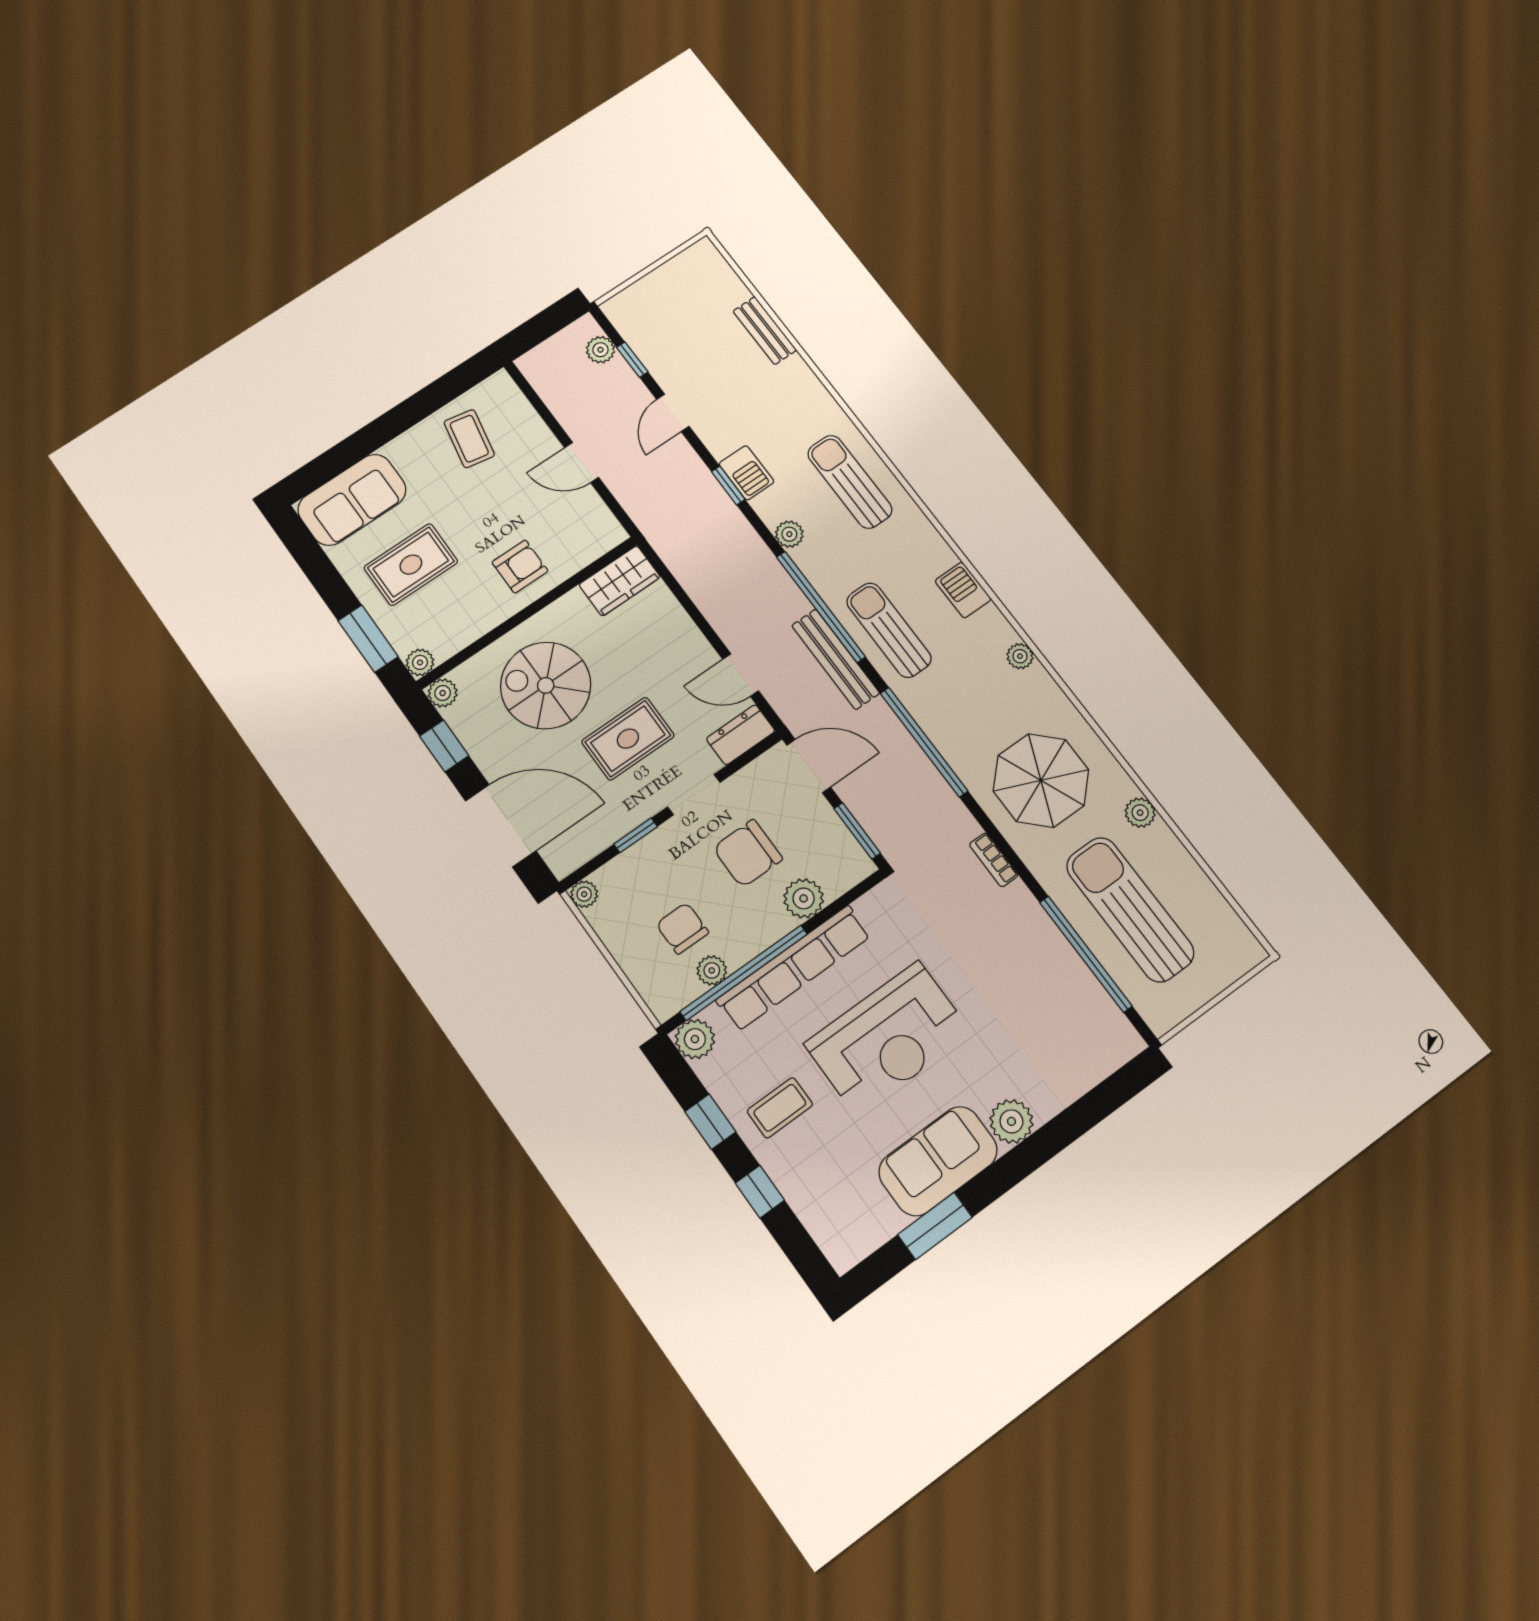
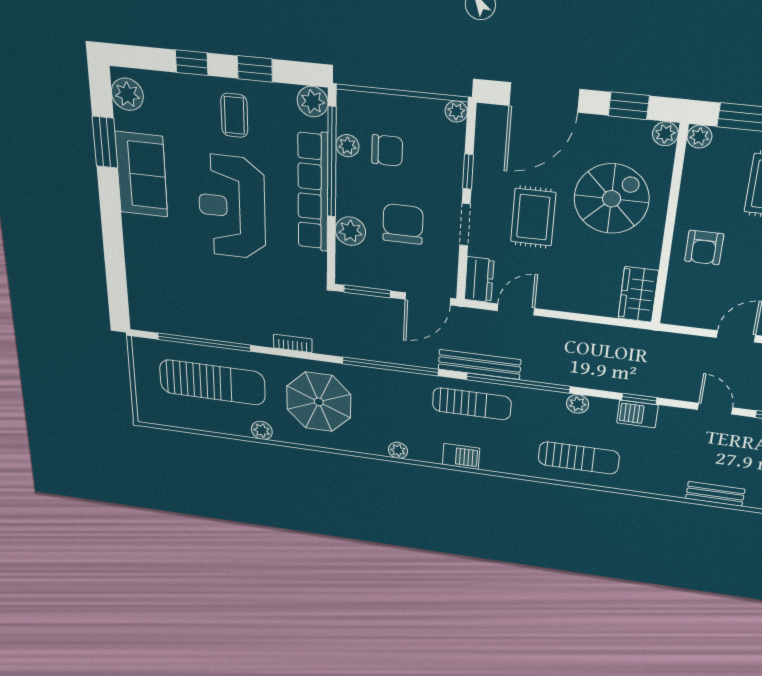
plant: (1011, 1121) -> (127, 94), moved

